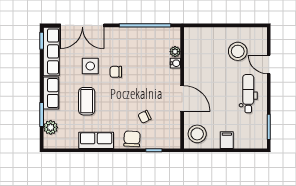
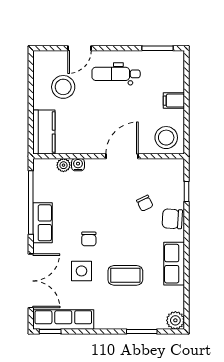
kitchen counter: (202, 36) -> (44, 132), added
row of seats: (51, 93) -> (42, 223), moved, turned 90
plant: (51, 127) -> (175, 320), moved

